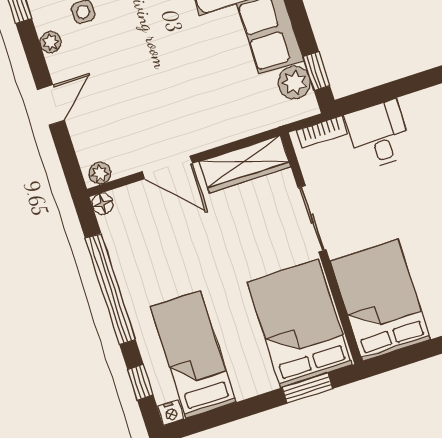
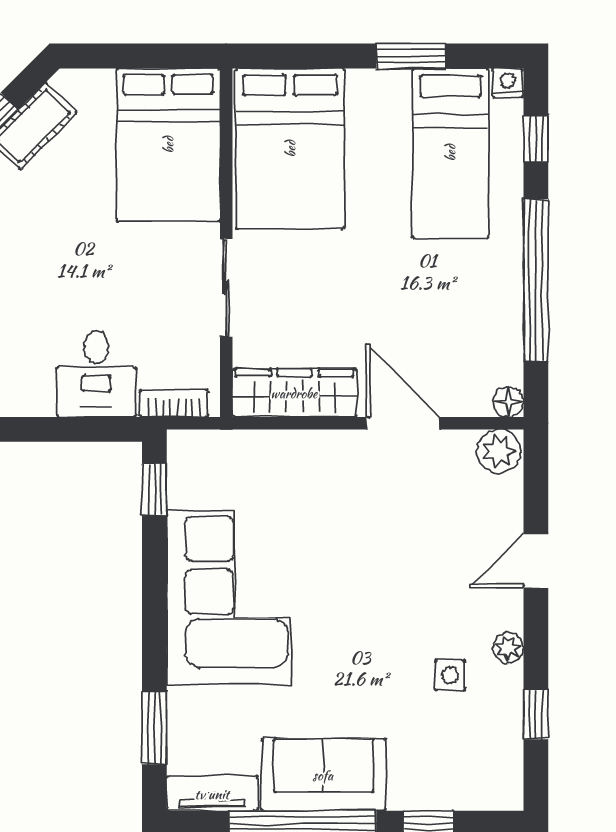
plant: (294, 82) -> (190, 484), removed
plant: (100, 173) -> (499, 451), width x1.38, depth x1.38
window: (307, 388) -> (411, 56), moved

